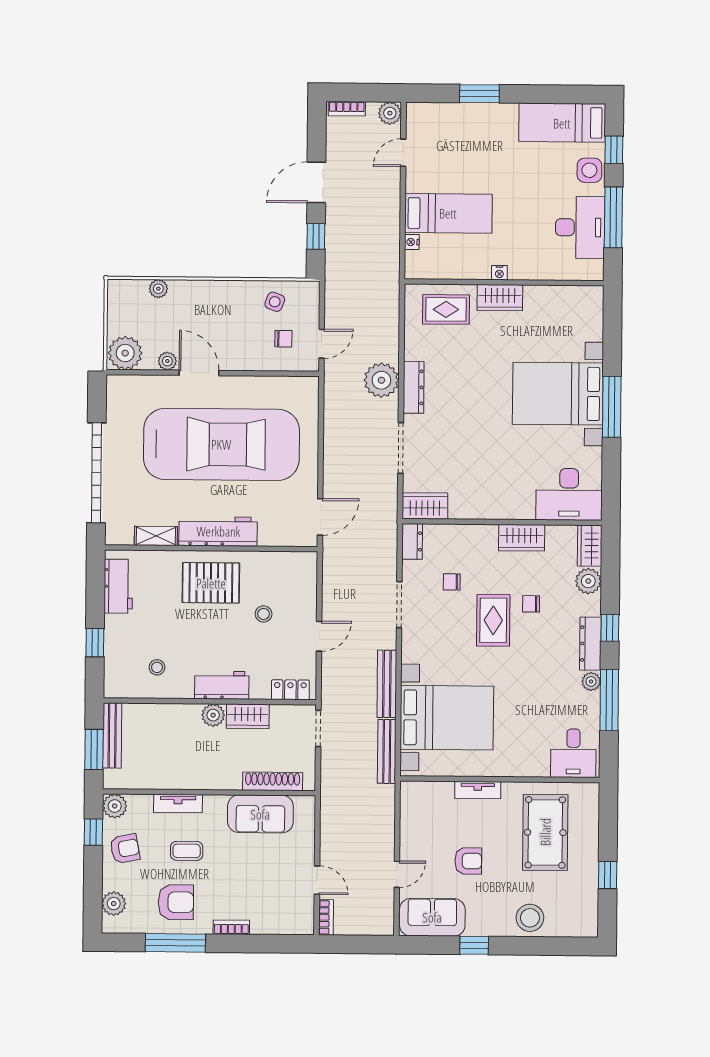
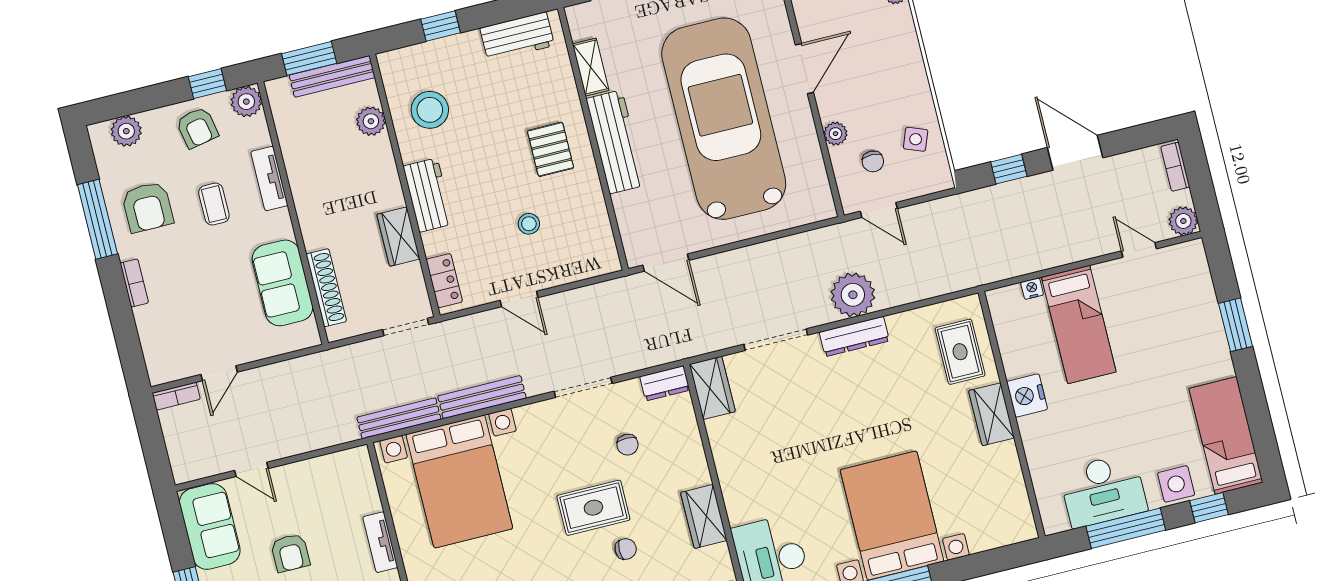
nightstand: (499, 273) -> (1027, 395), width x1.89, depth x1.79
plant: (167, 361) -> (835, 134), moved
car: (221, 444) -> (724, 119), turned 180
chair: (452, 582) -> (627, 445), turned 180
pallet: (211, 583) -> (551, 149), width x0.67, depth x0.71
chair: (531, 604) -> (626, 549), turned 90
stool: (157, 667) -> (430, 110), width x1.89, depth x1.89
plant: (213, 715) -> (371, 121), moved

